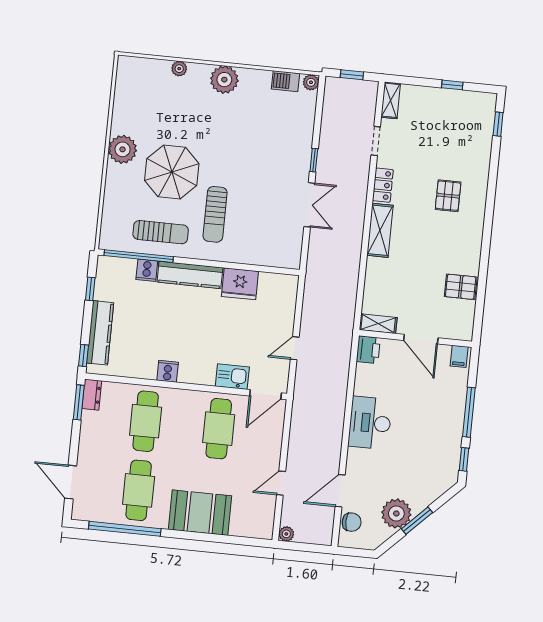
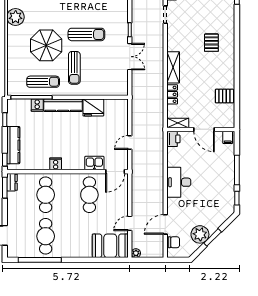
plant: (123, 149) -> (16, 17), moved
sun lounger: (241, 161) -> (86, 34), added
locker: (383, 185) -> (172, 94), moved
booth: (200, 513) -> (110, 246), moved

